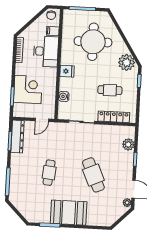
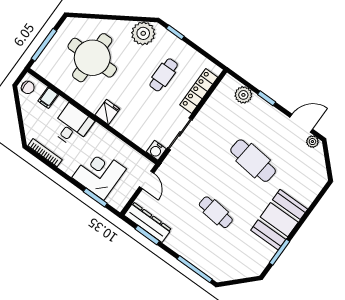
desk: (46, 51) -> (72, 125), width x0.73
water cooler: (64, 96) -> (156, 150), moved
cafe table: (93, 175) -> (253, 161), turned 30

